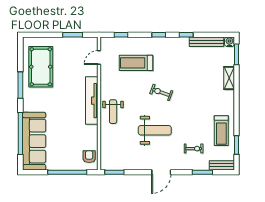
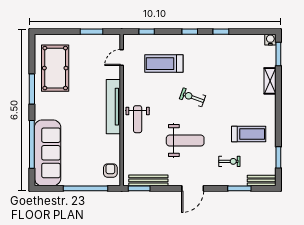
bench: (207, 42) -> (148, 180), moved
treadmill: (221, 131) -> (249, 134), moved, turned -90

